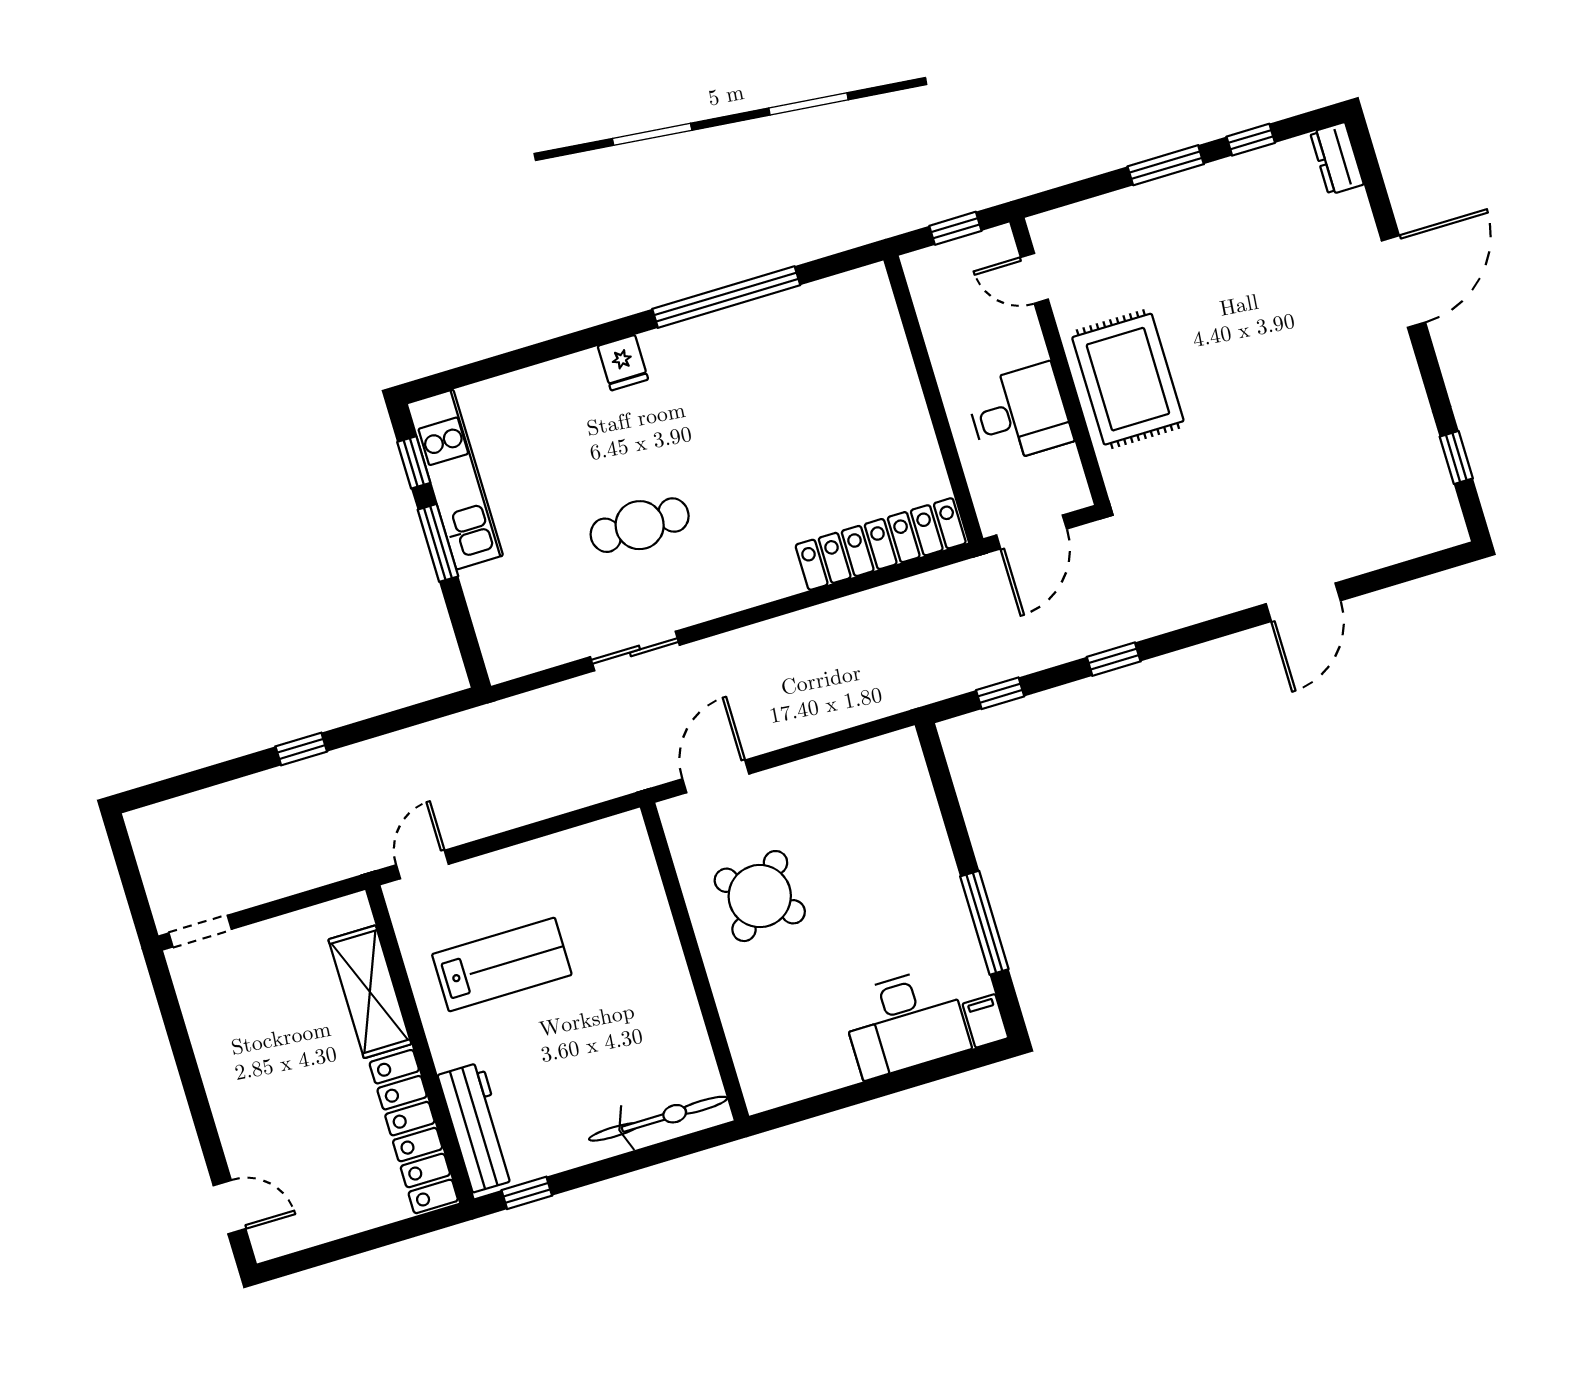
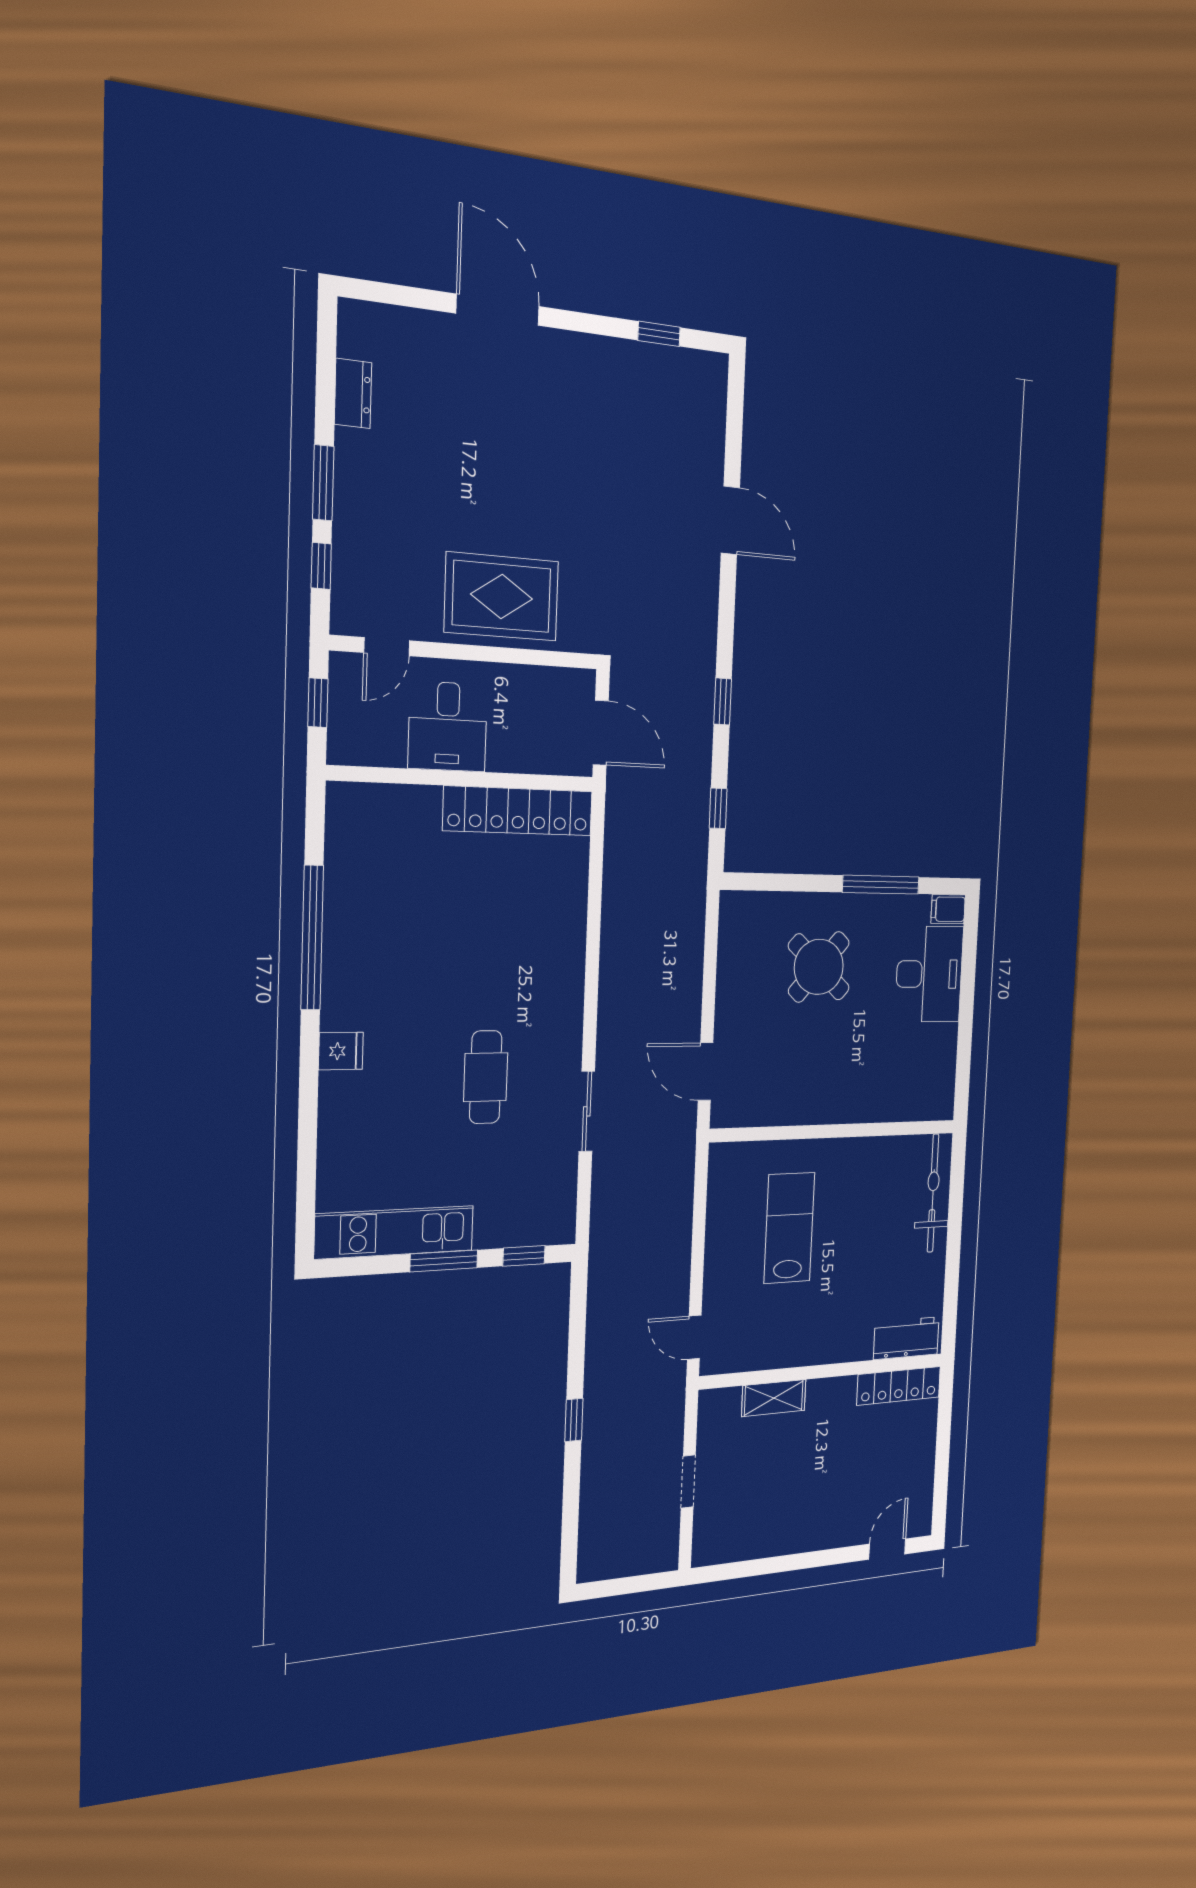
window: (1251, 140) -> (321, 566), moved
dresser: (1337, 158) -> (353, 393), moved, turned -90
desk: (1019, 414) -> (448, 726), moved, turned 180
window: (414, 462) -> (524, 1256), moved
locker: (881, 544) -> (518, 811), moved, turned -90
round table: (760, 896) -> (819, 967), moved
doorway: (200, 931) -> (688, 1481), moved
lab bench: (502, 965) -> (789, 1228), moved
shelving: (370, 992) -> (774, 1398), width x0.67, depth x0.75
workbench: (477, 1127) -> (906, 1338), width x0.73
locker: (414, 1132) -> (899, 1386), width x0.71, depth x0.83
window: (527, 1193) -> (950, 1311), removed

